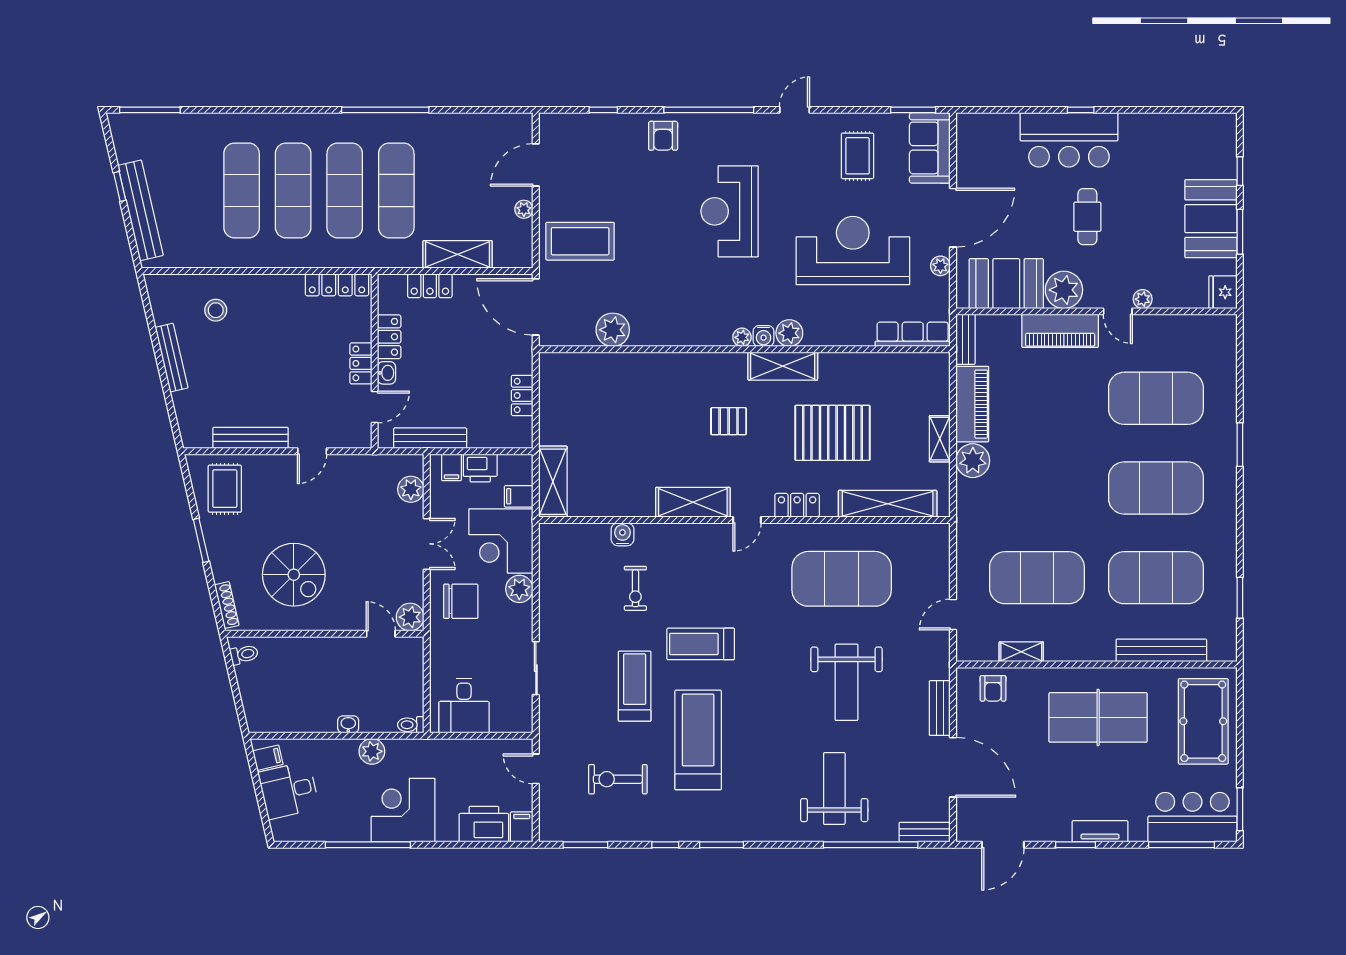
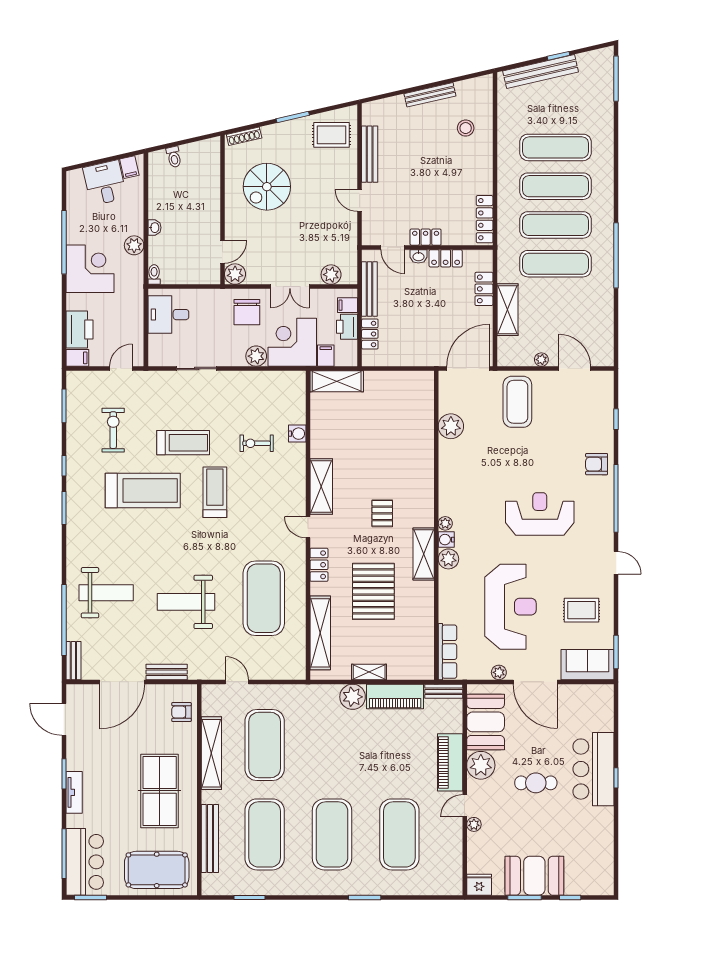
locker: (522, 395) -> (370, 334), moved, turned 90
shelving: (1021, 652) -> (211, 753), width x2.20, depth x1.33
toilet: (244, 654) -> (174, 157), moved

